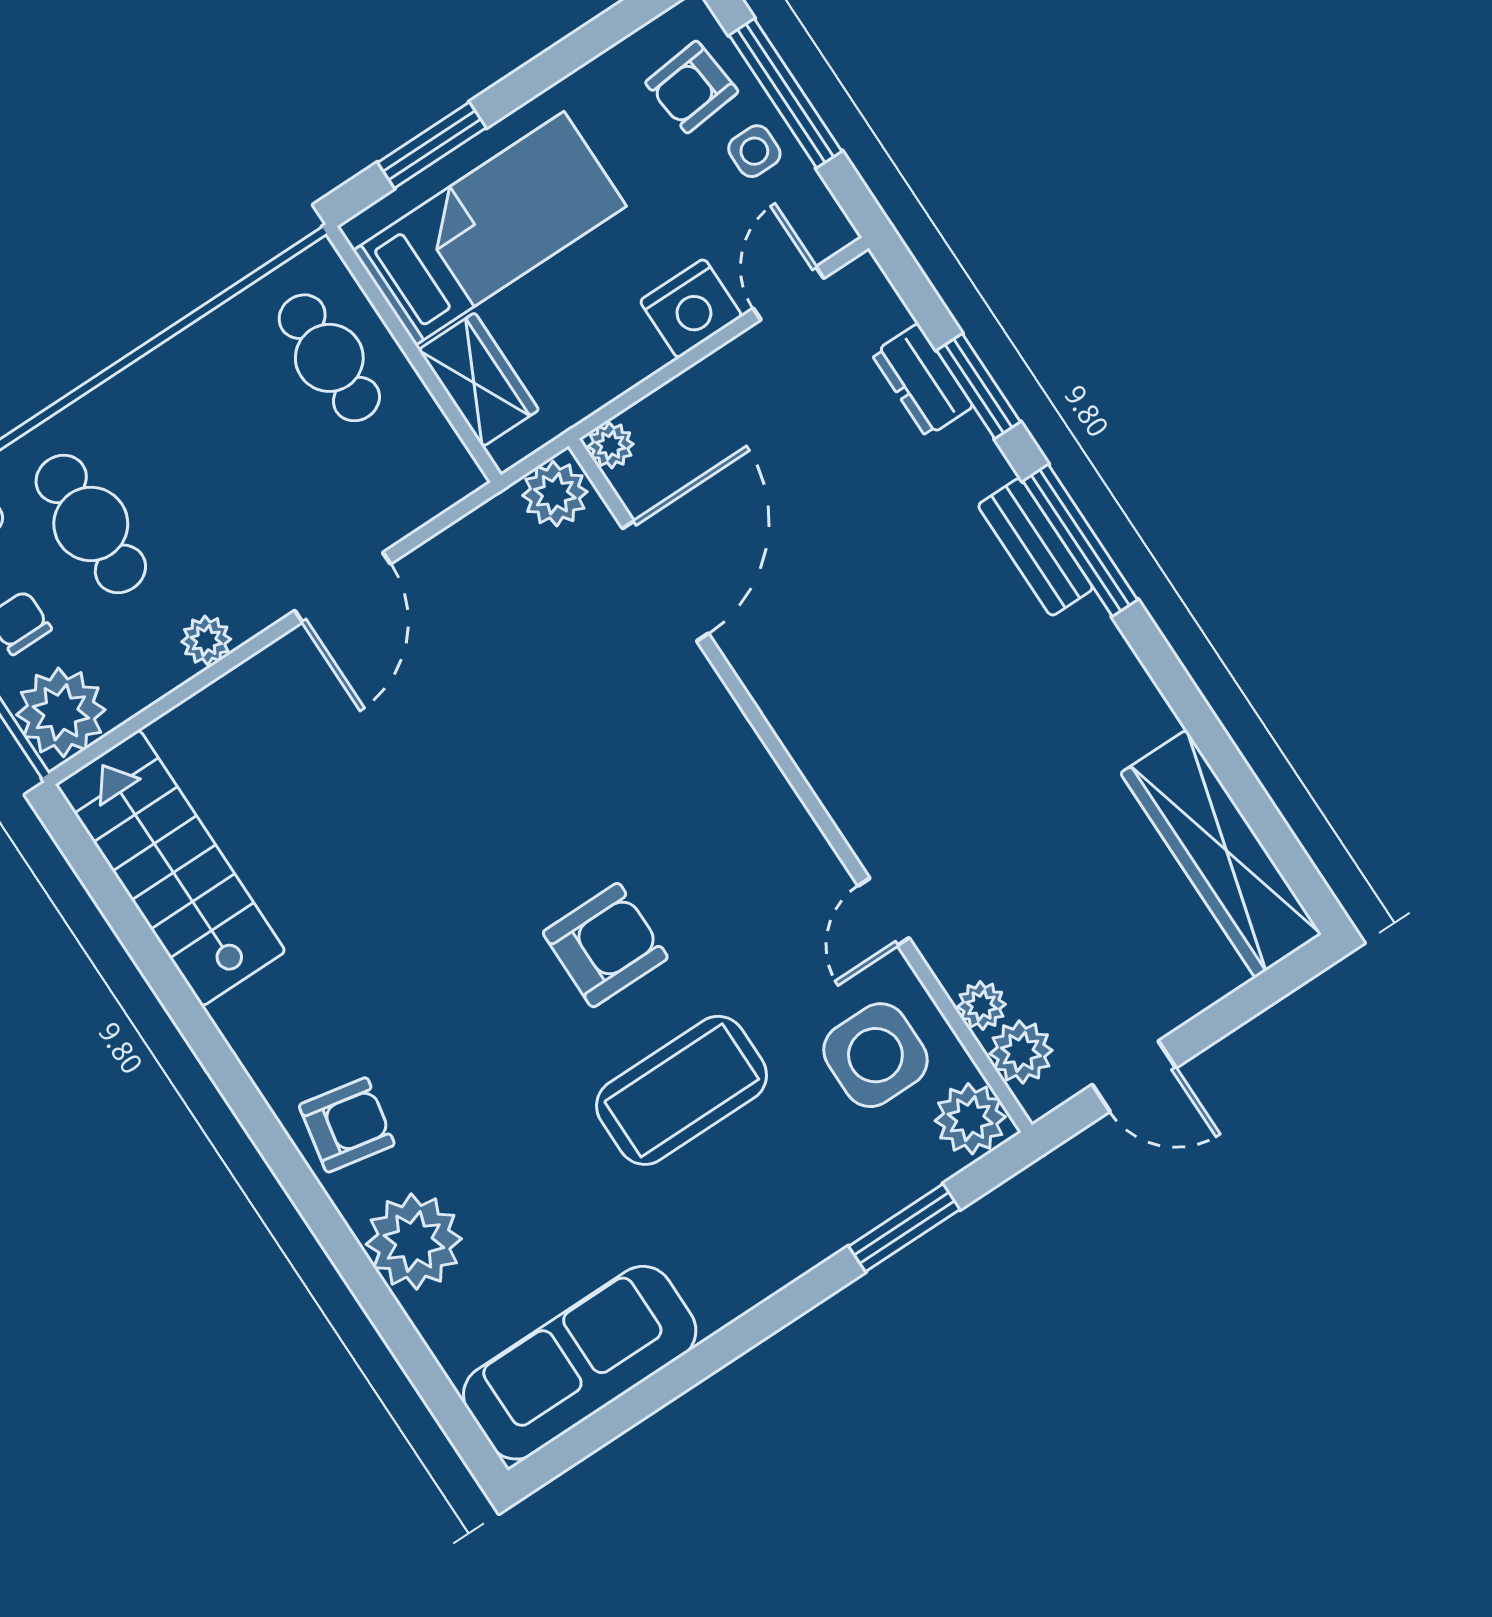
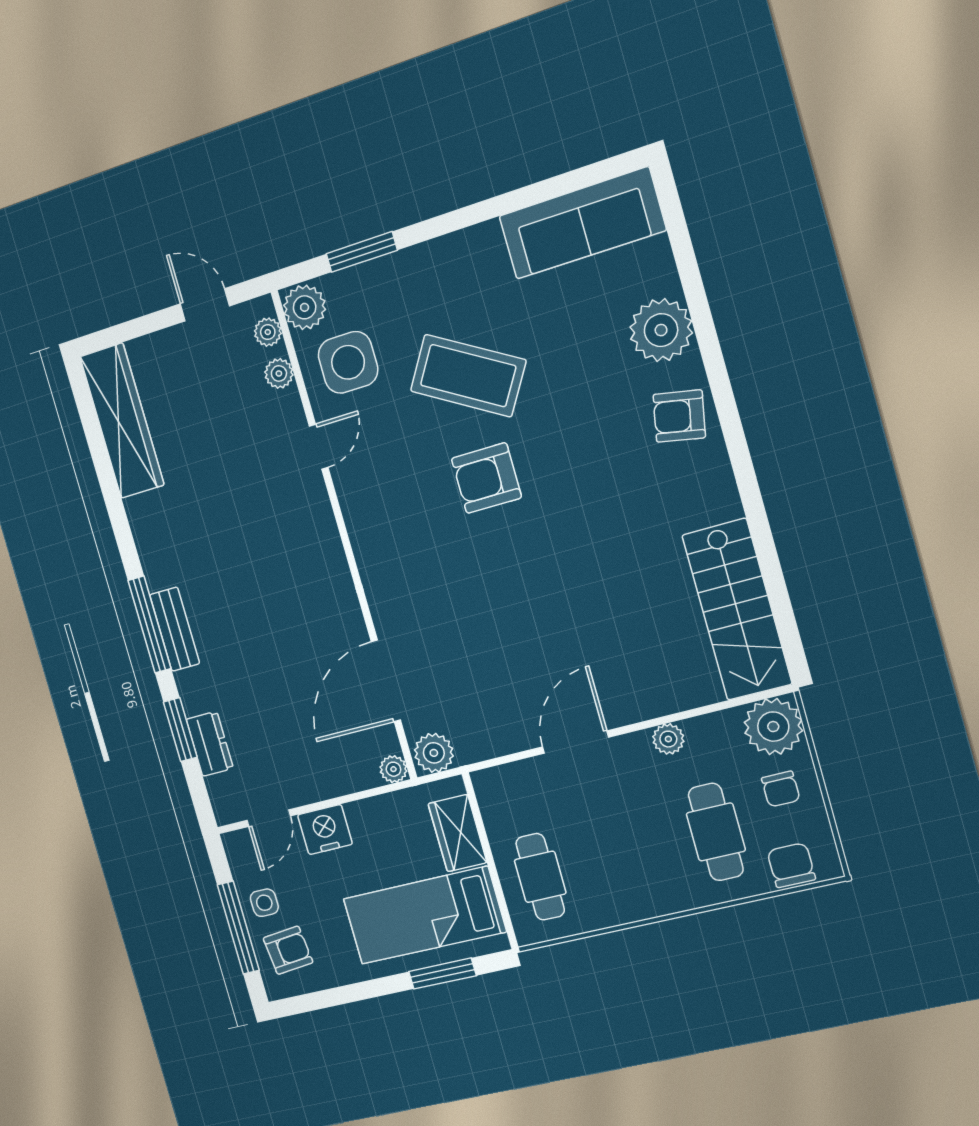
plant: (1021, 1052) -> (268, 332), width x0.73, depth x0.73
coffee table: (682, 1090) -> (468, 376), turned 31

